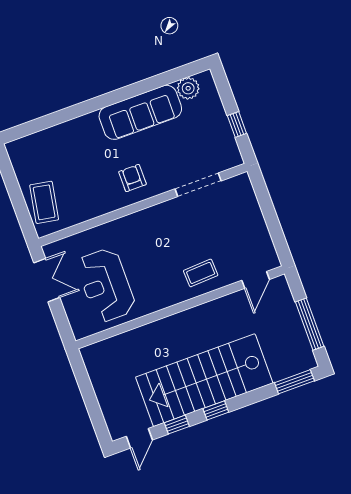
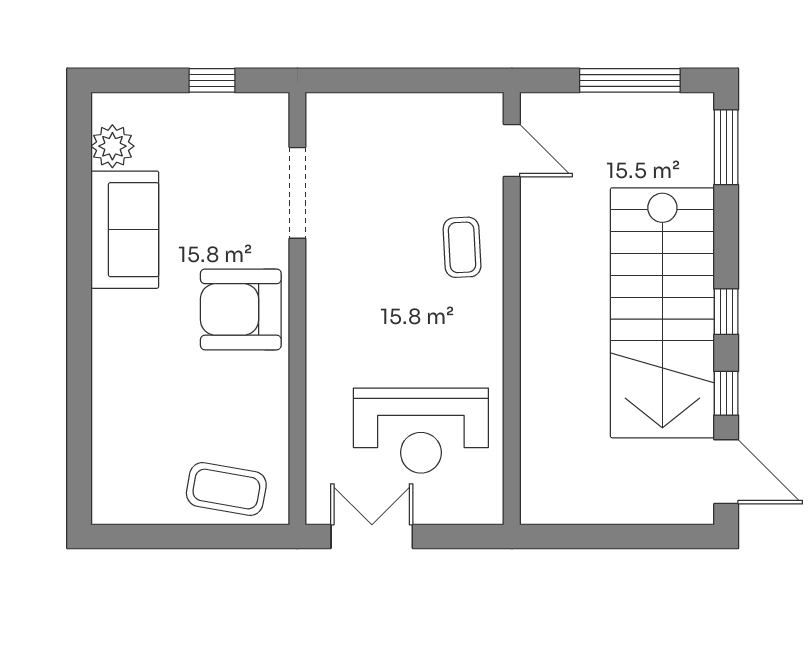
sofa: (140, 112) -> (125, 230), width x0.73
armchair: (132, 178) -> (241, 309), width x1.88, depth x1.88
door: (139, 438) -> (726, 472), width x1.38

